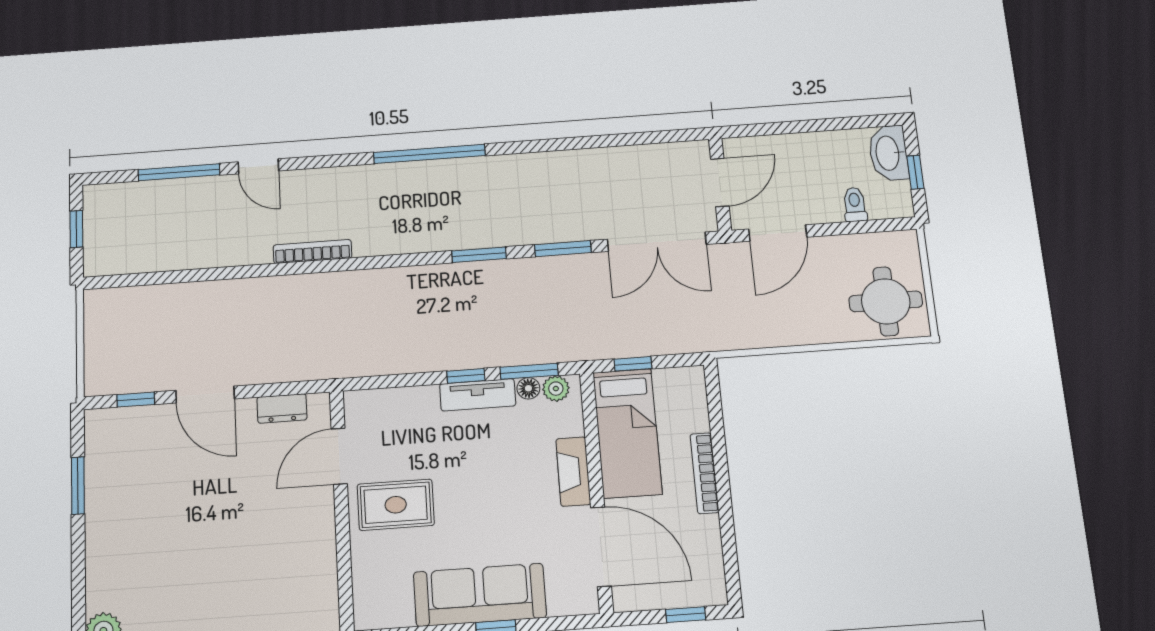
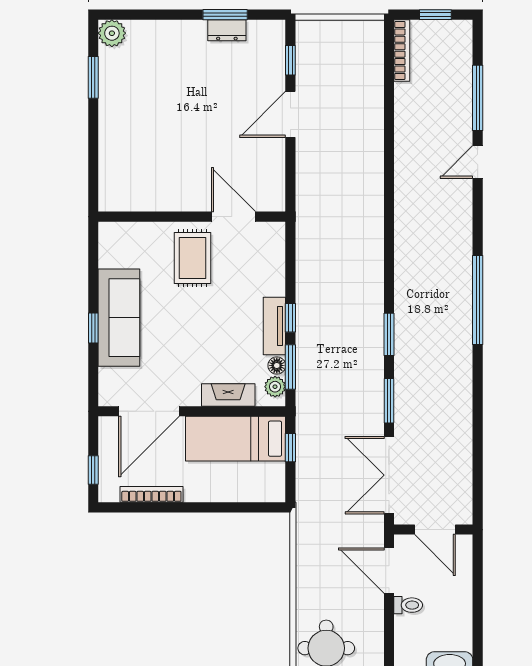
toilet: (855, 204) -> (408, 605), moved
bookcase: (313, 251) -> (402, 50), moved
dresser: (282, 408) -> (227, 30), moved, turned -90
fireplace: (573, 472) -> (228, 395), moved
bookcase: (704, 473) -> (151, 494), moved

